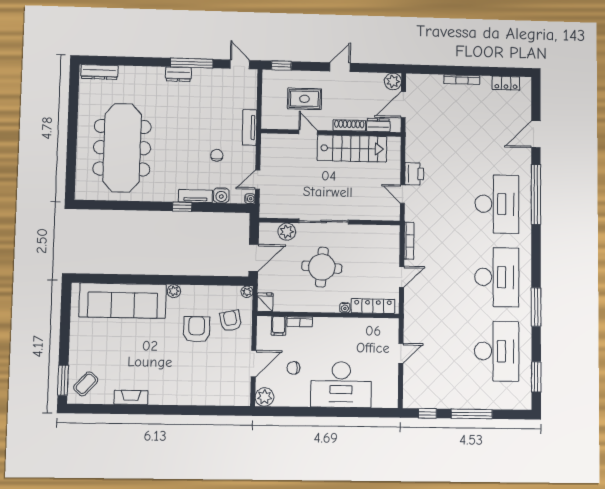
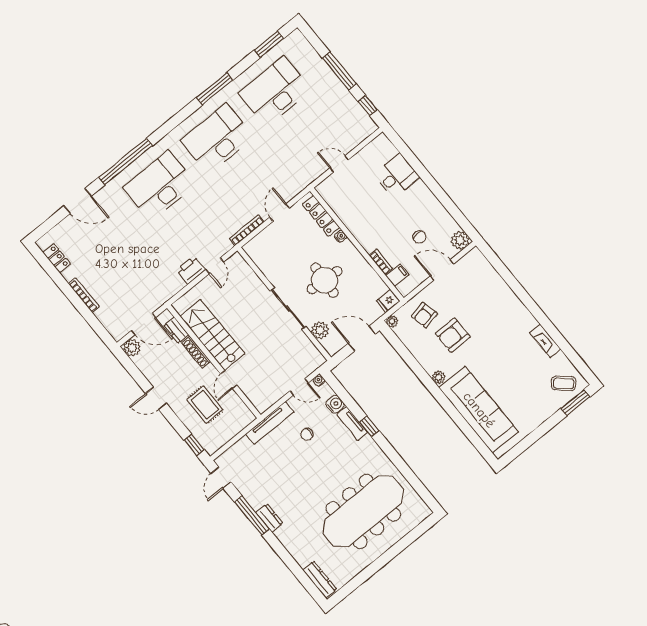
tv unit: (250, 127) -> (270, 423), width x1.41
door: (402, 277) -> (280, 213), hinge flipped
desk: (341, 385) -> (397, 176), width x0.53, depth x0.77

